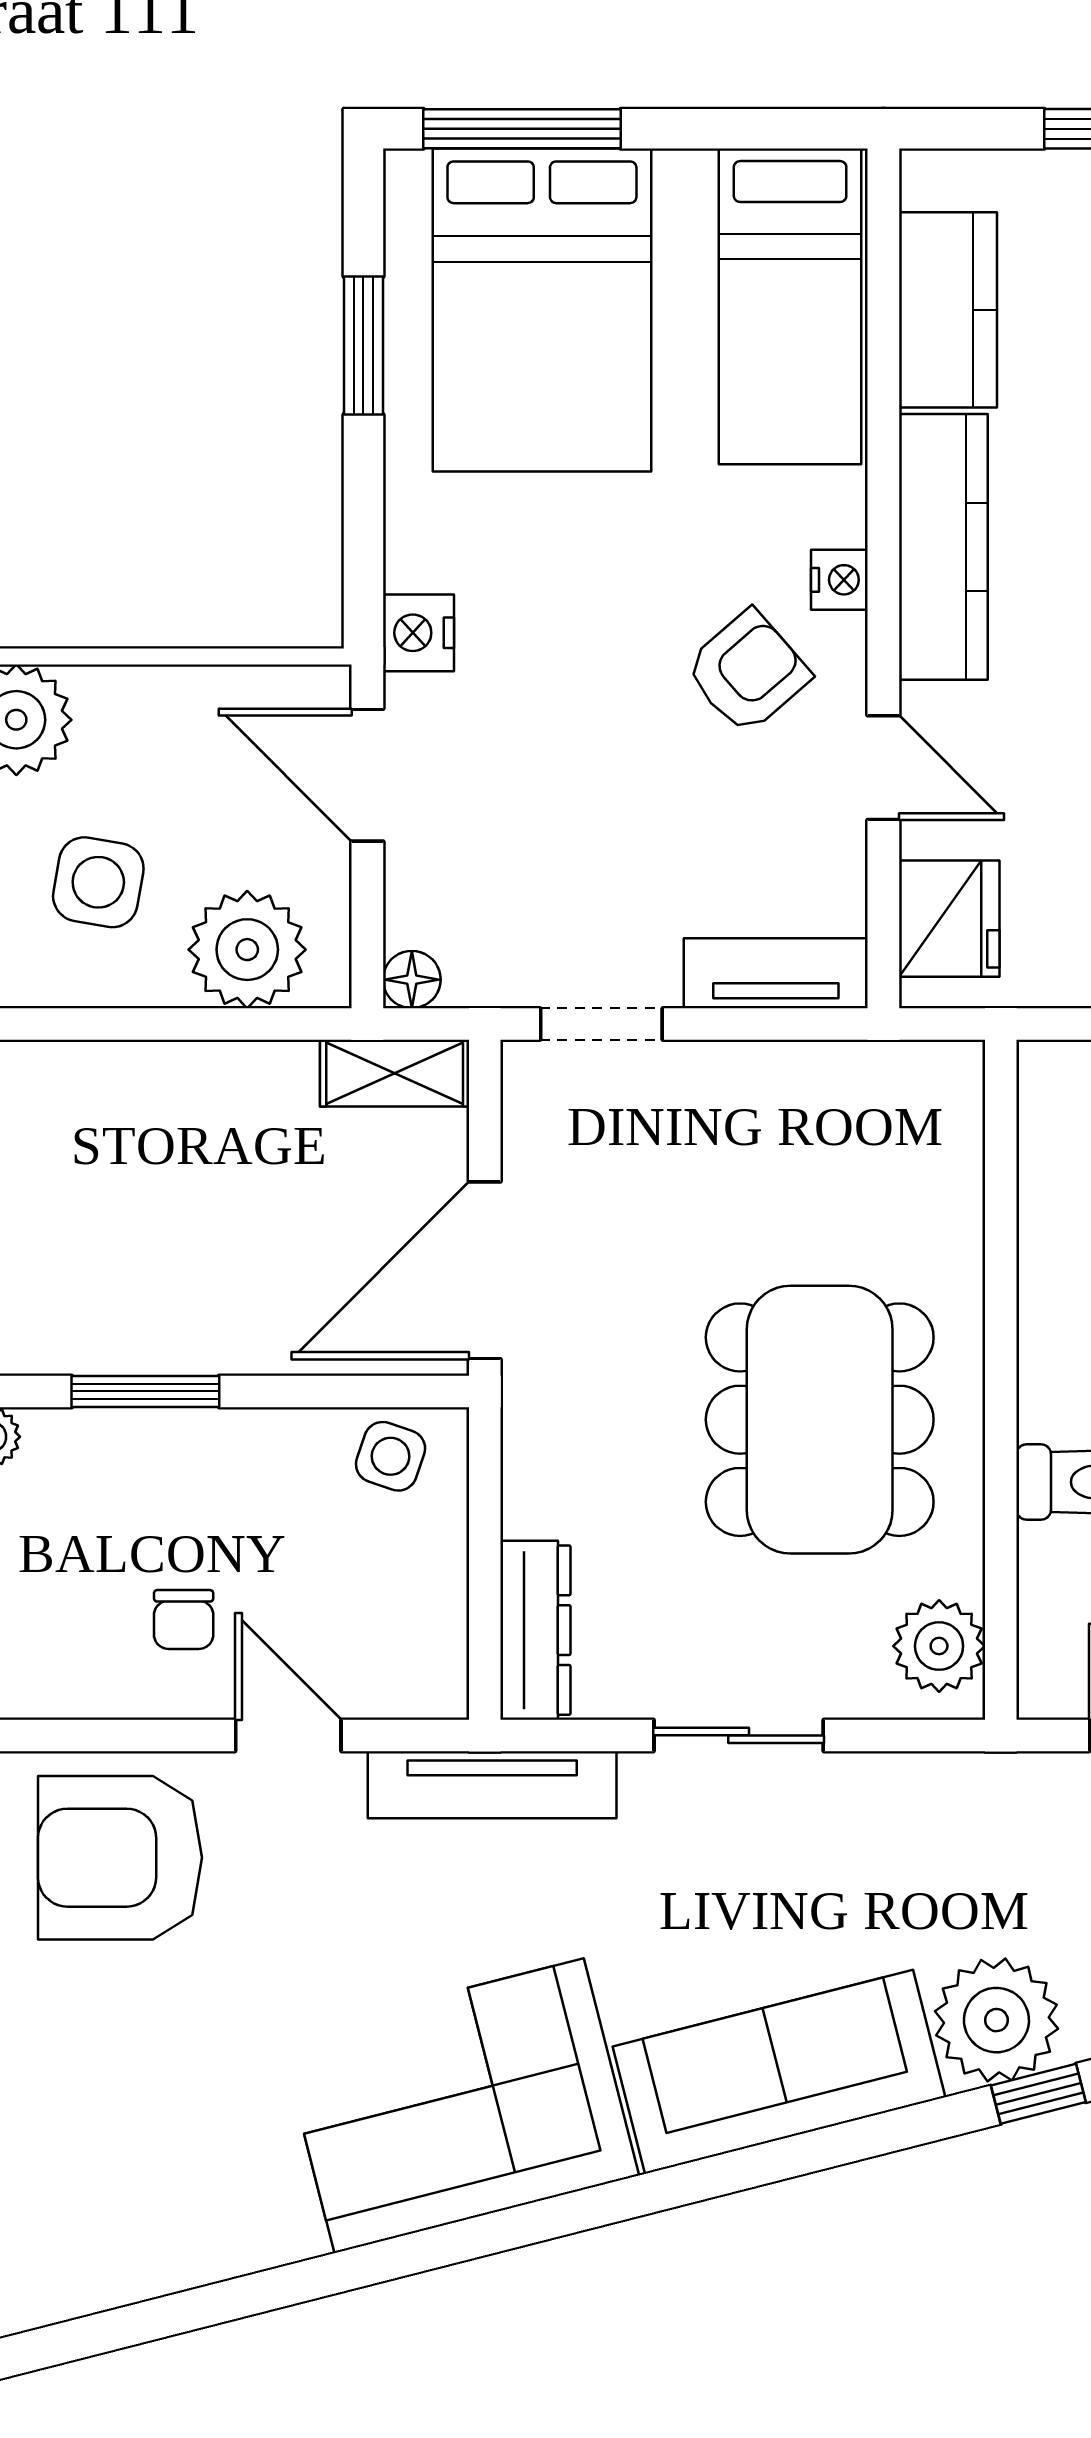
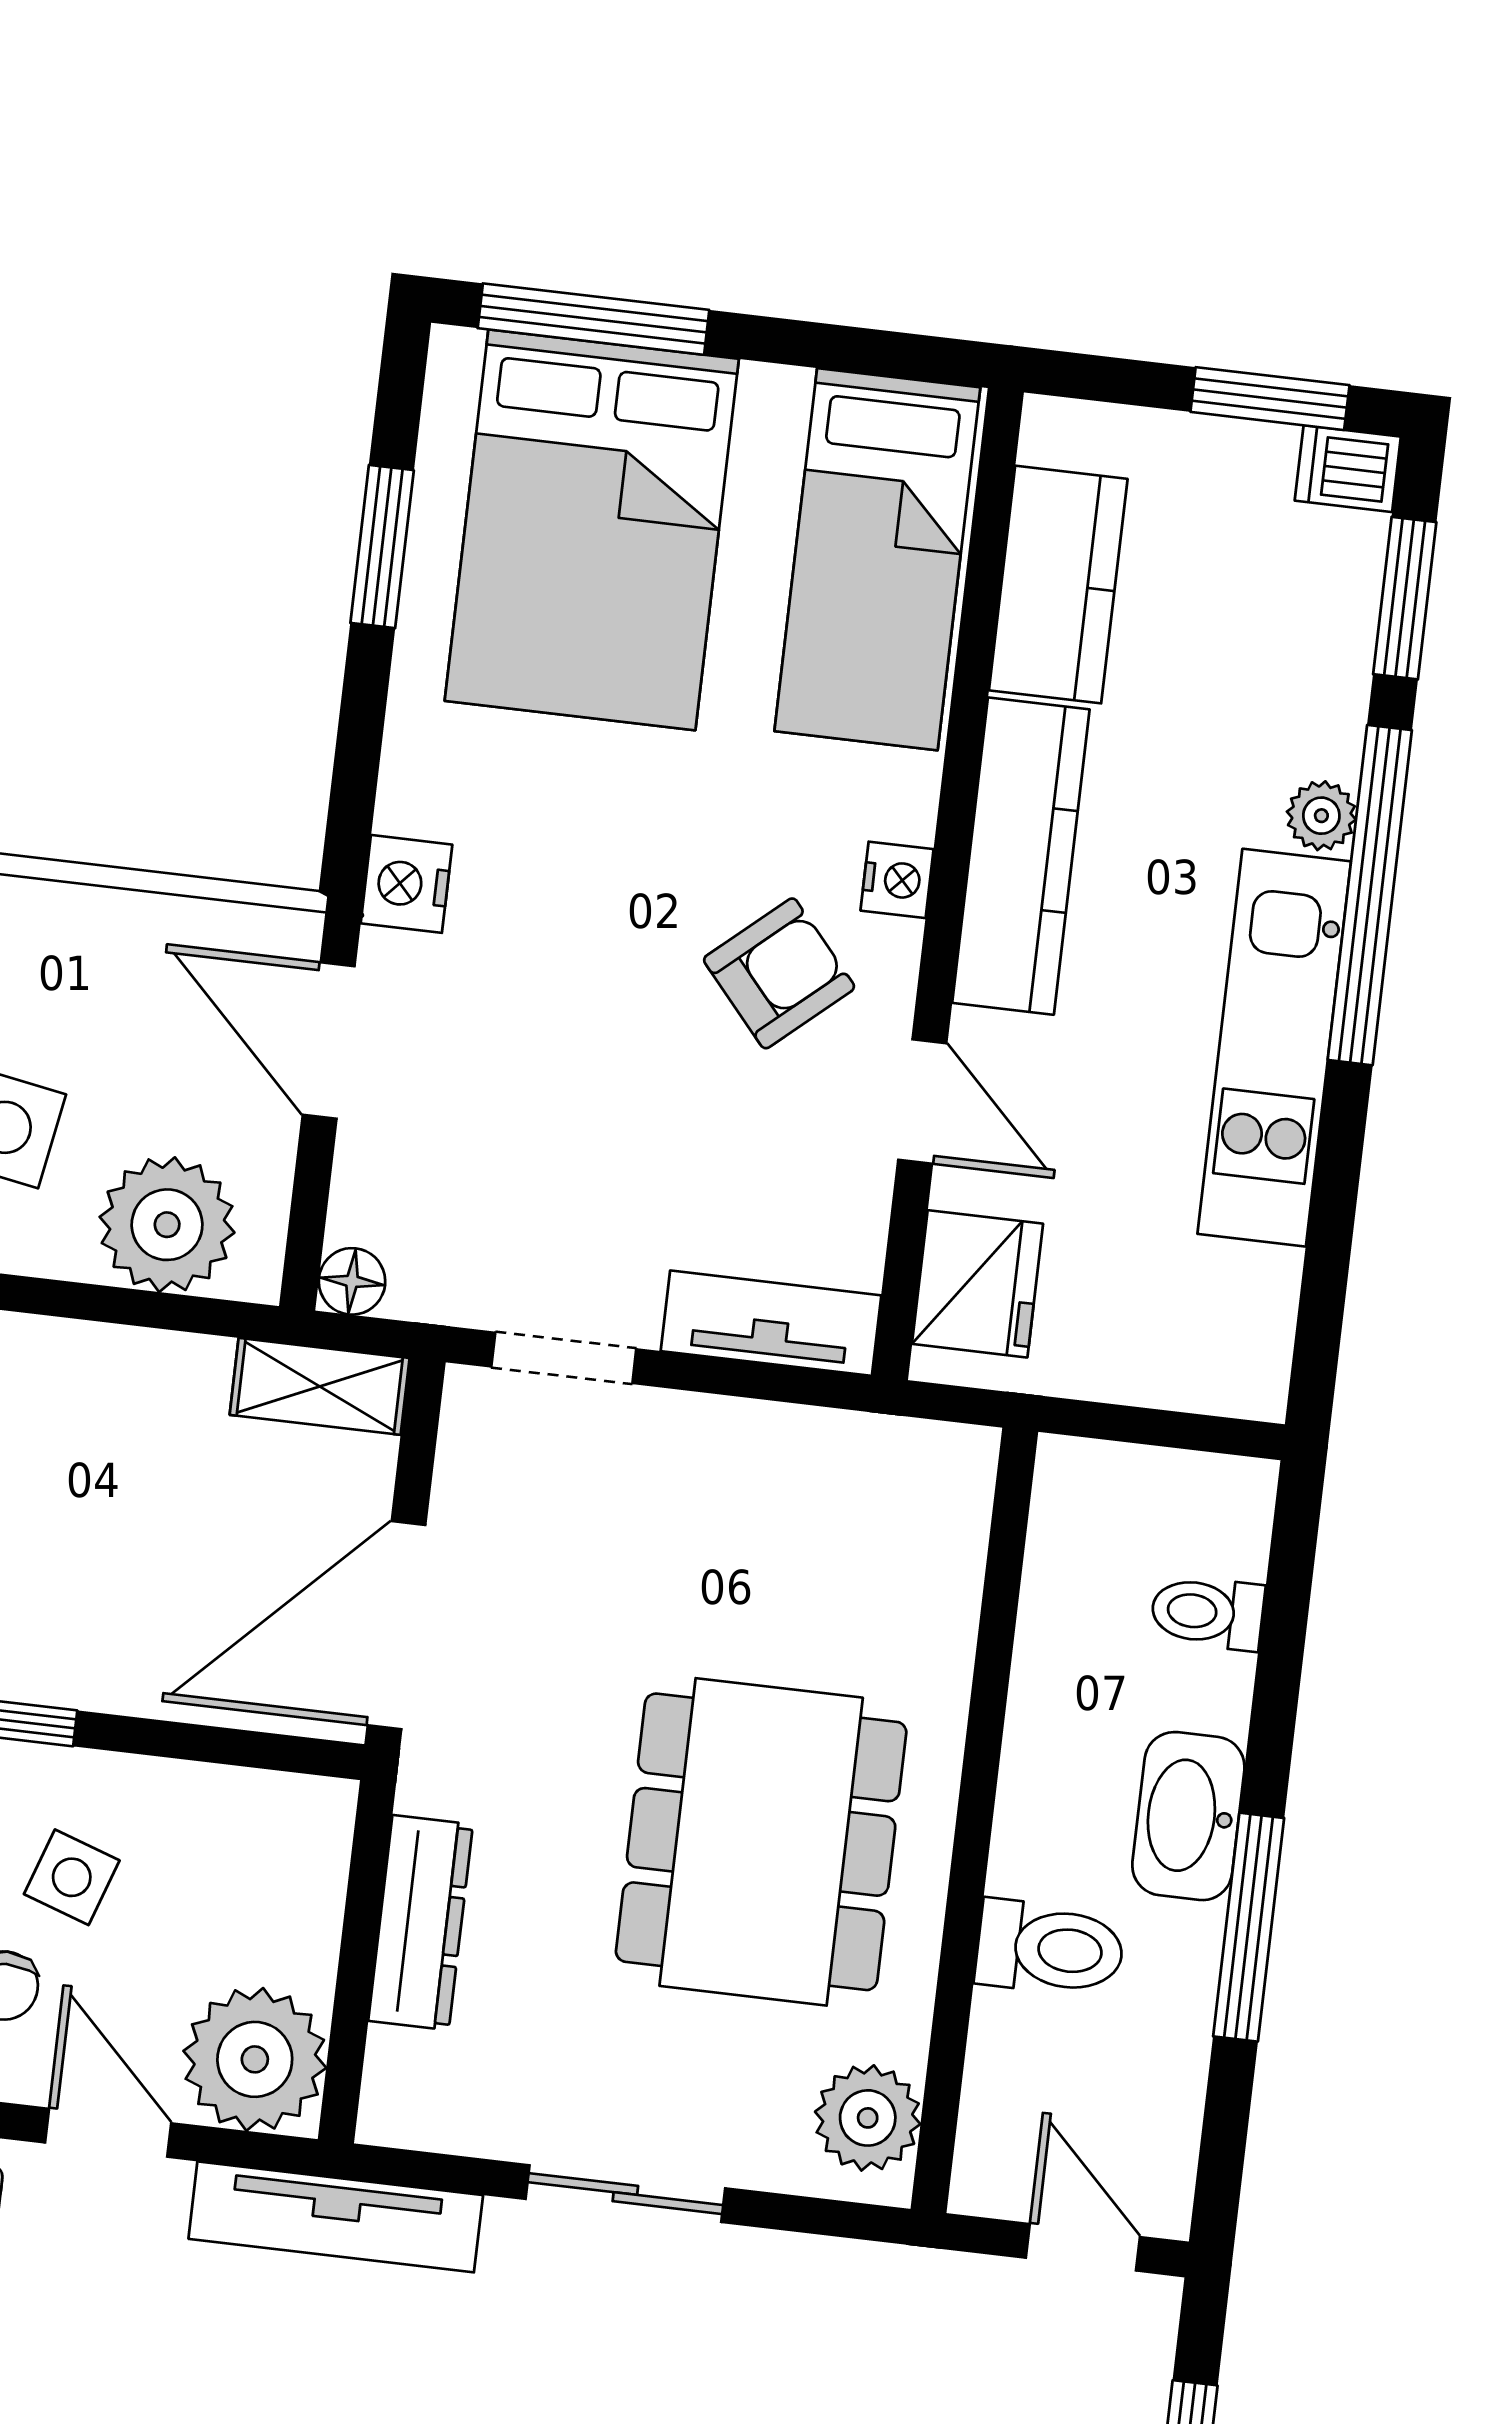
side table: (391, 1456) -> (72, 1877), moved
dresser: (535, 1630) -> (421, 1923), moved
plant: (407, 1658) -> (255, 2059), added

